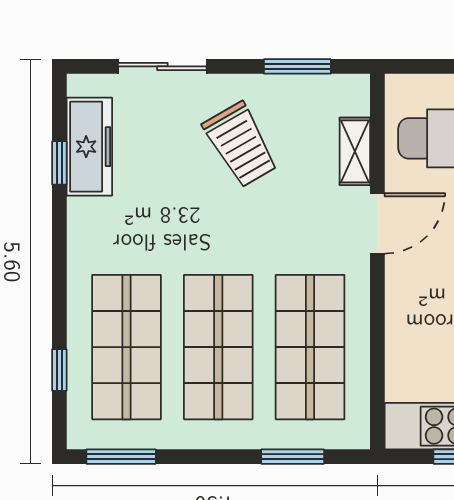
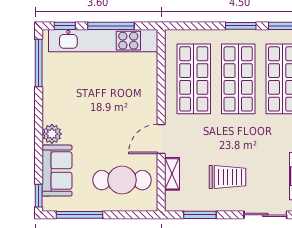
trolley: (241, 145) -> (227, 177), turned 120
window: (293, 457) -> (241, 26), moved

